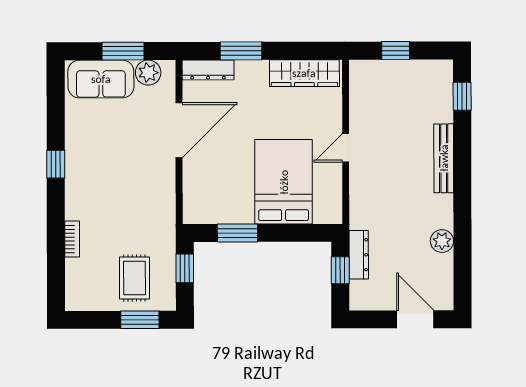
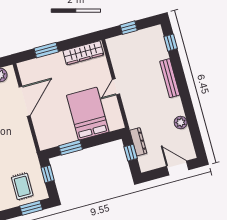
dresser: (208, 70) -> (31, 65), removed

